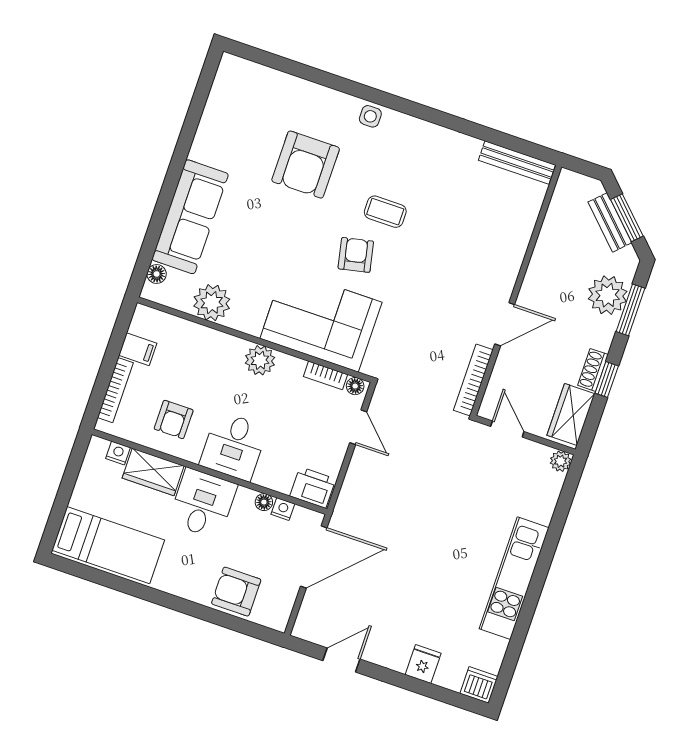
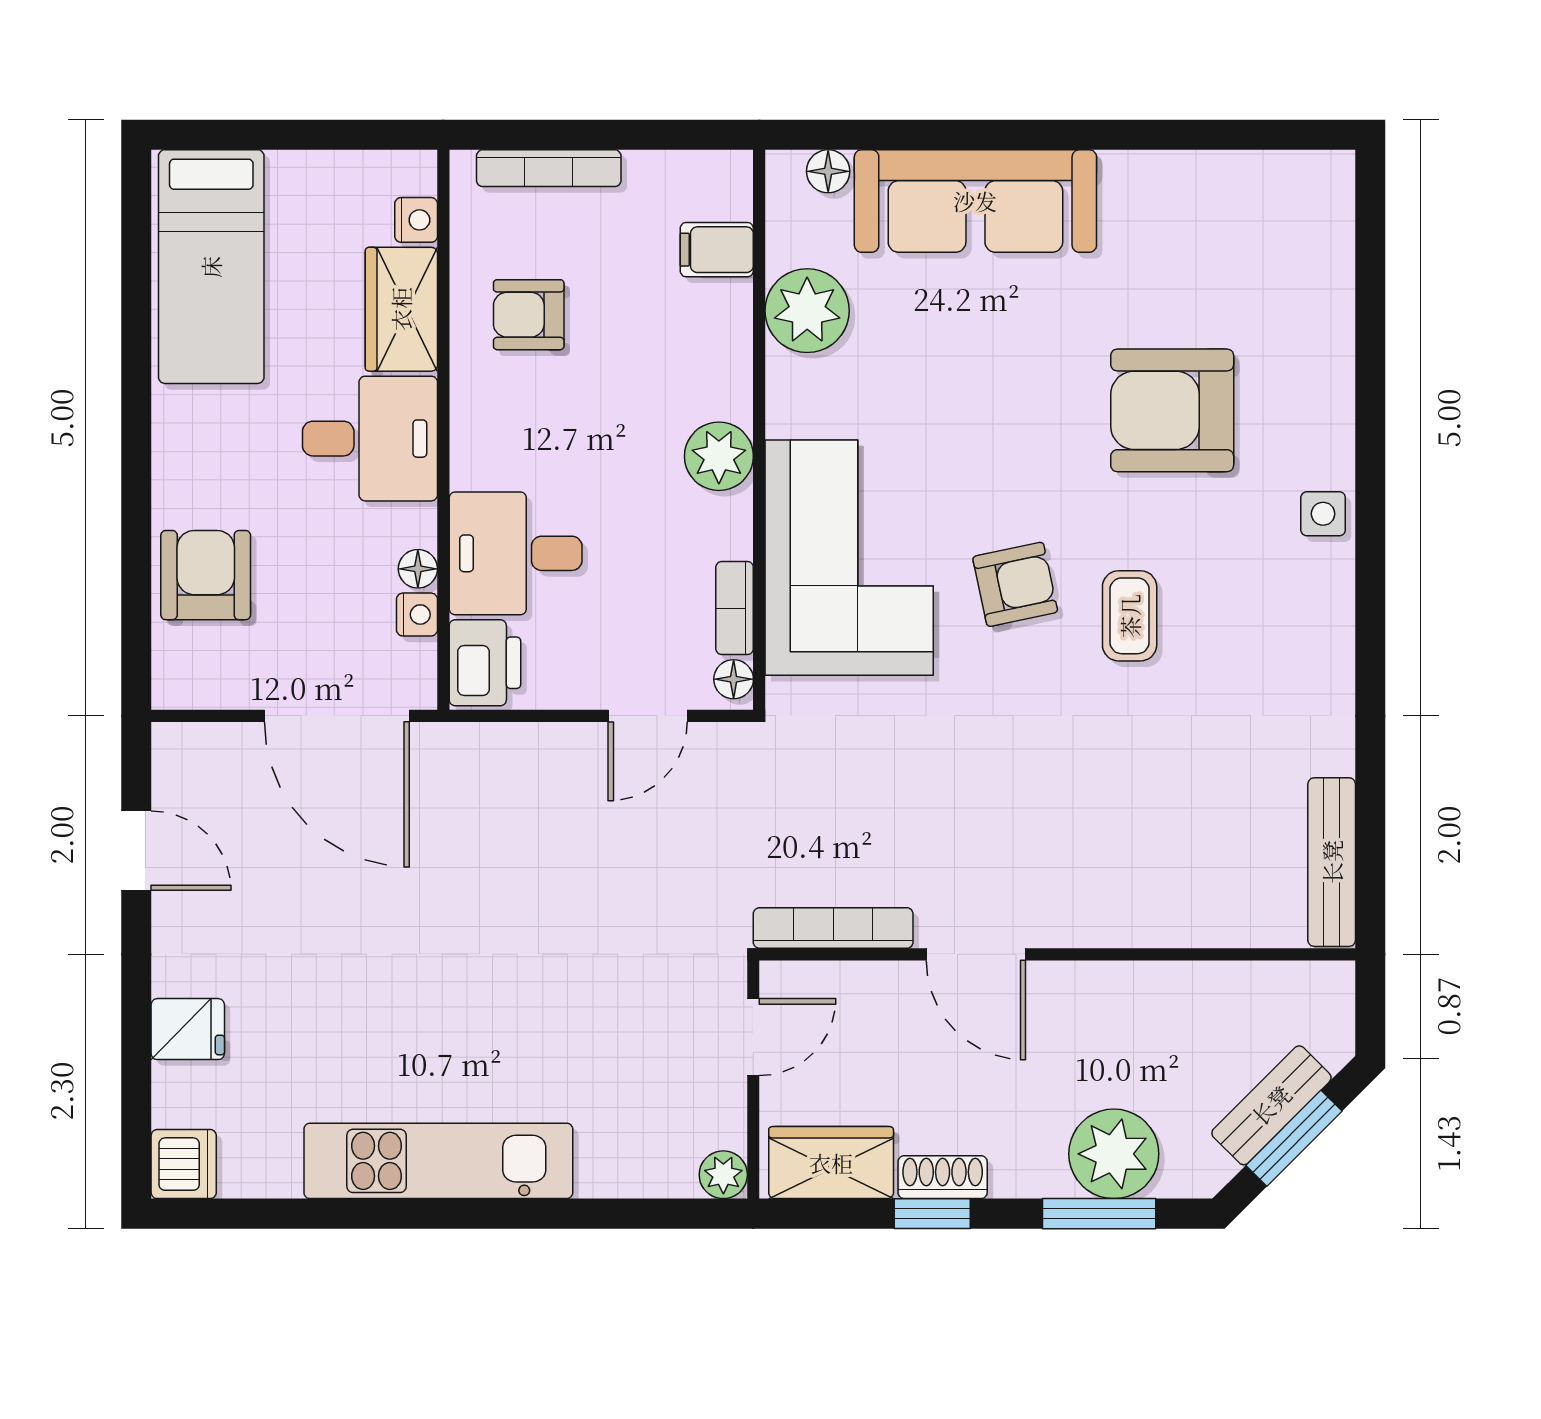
filing cabinet: (138, 349) -> (717, 250), moved, turned 90
desk: (234, 446) -> (516, 553), moved

